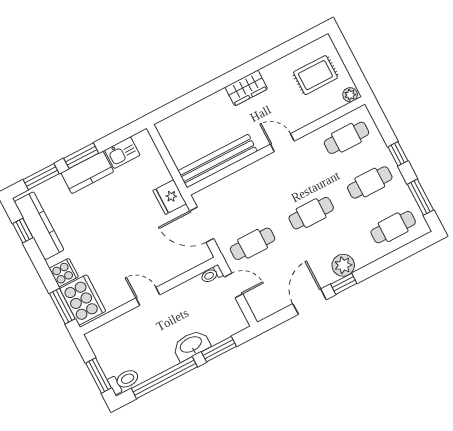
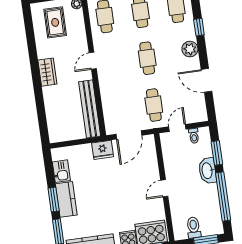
toilet: (212, 274) -> (194, 136), moved
window: (344, 284) -> (199, 27), moved
toilet: (124, 381) -> (194, 228), moved

